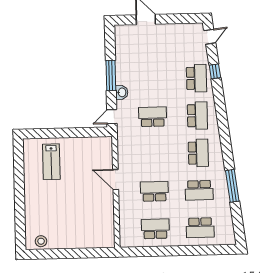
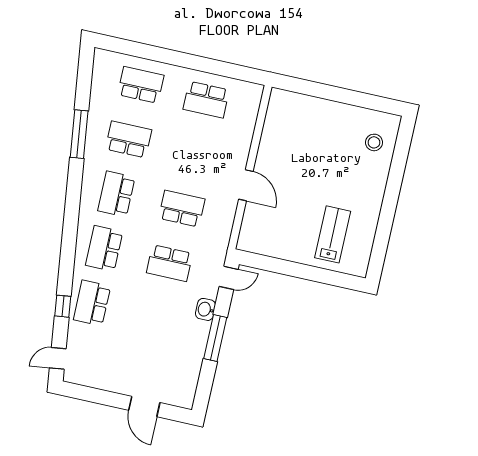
school desk: (154, 191) -> (182, 209), moved, turned 180
stool: (41, 241) -> (374, 142), moved

